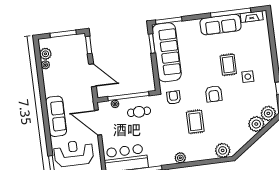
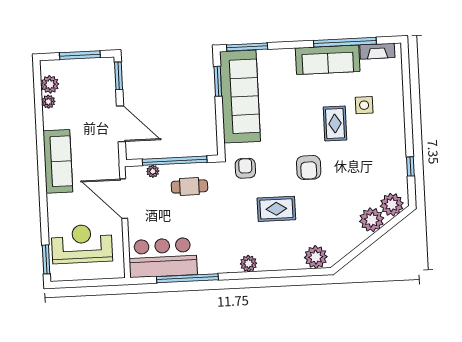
side table: (248, 77) -> (364, 105), moved
sofa: (56, 116) -> (58, 161), moved
rug: (195, 122) -> (276, 209), turned 90

